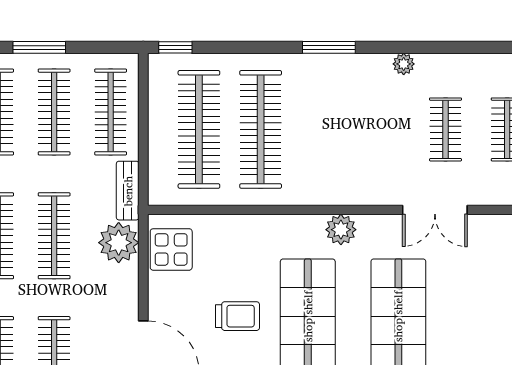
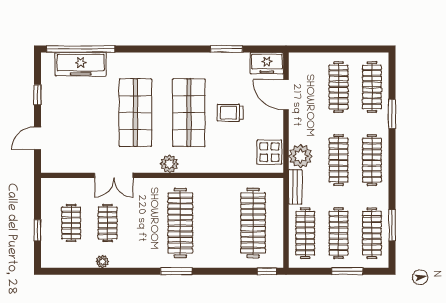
plant: (404, 64) -> (102, 261), moved
clothes rail: (261, 129) -> (180, 223), moved
double door: (435, 210) -> (114, 175), swing flipped

